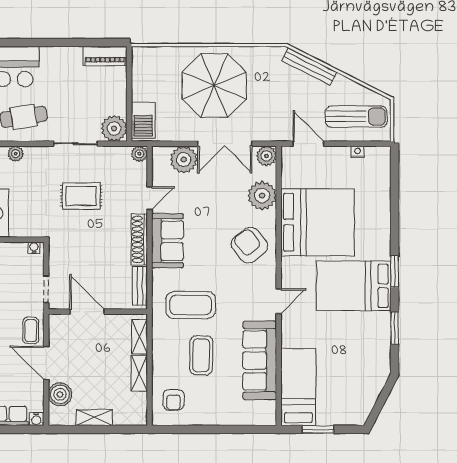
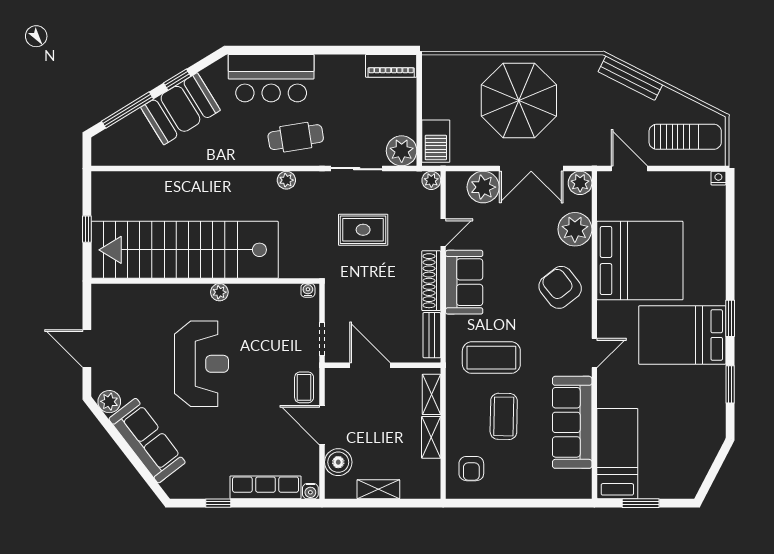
nightstand: (358, 152) -> (718, 178), moved

